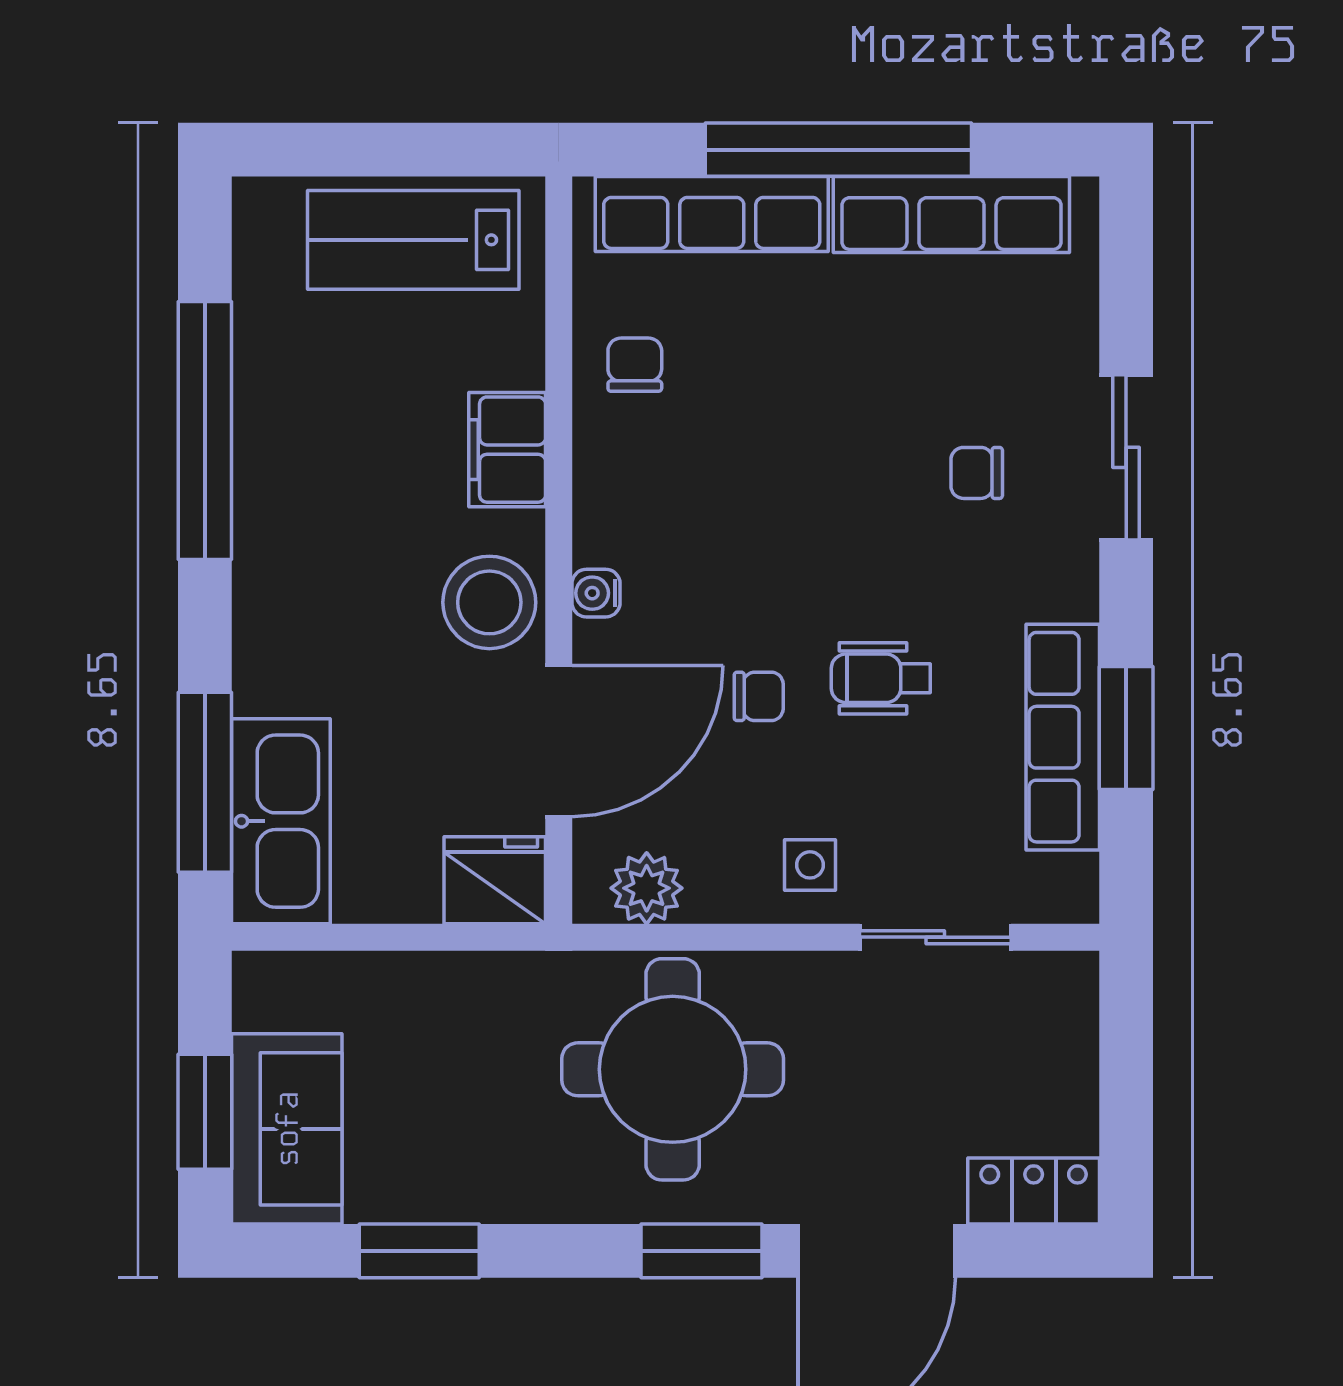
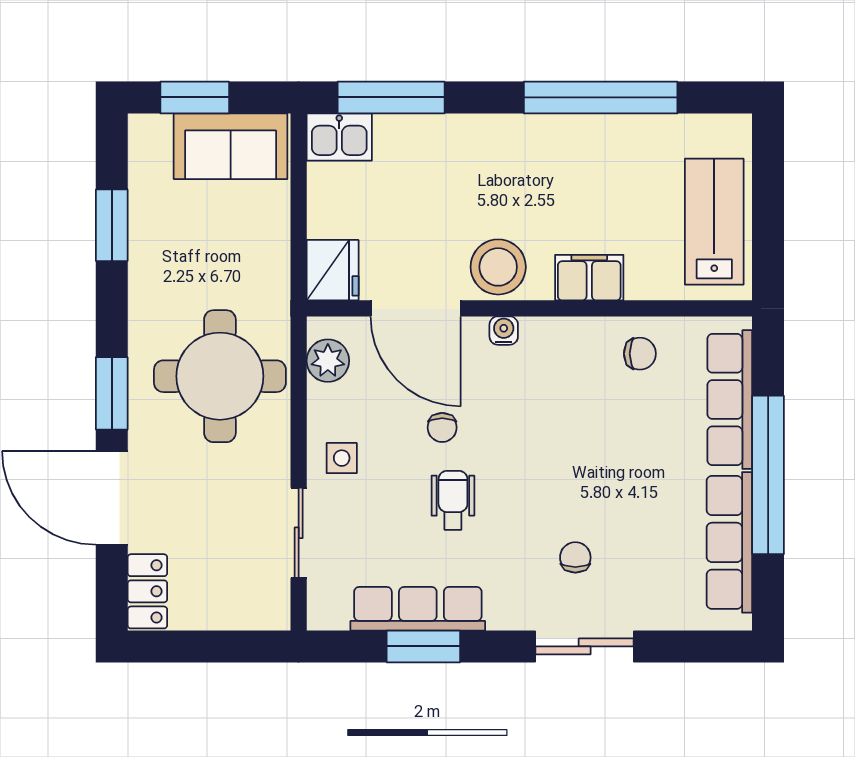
kitchen sink: (281, 821) -> (339, 137), width x0.53, depth x0.81
sofa: (287, 1129) -> (231, 146), moved

